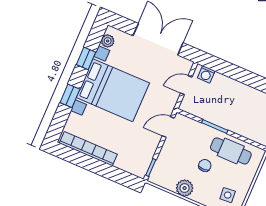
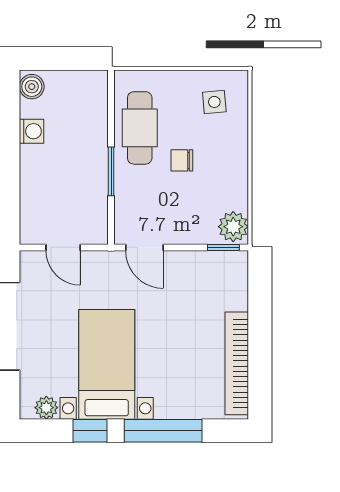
washing machine: (206, 74) -> (32, 131), moved
bed with nightstands: (113, 90) -> (107, 364), width x0.73
window: (70, 96) -> (163, 431), width x2.17
plant: (185, 188) -> (233, 227), moved

